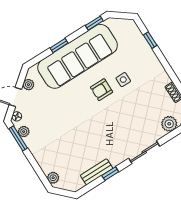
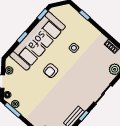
armchair: (102, 90) -> (51, 71), moved

